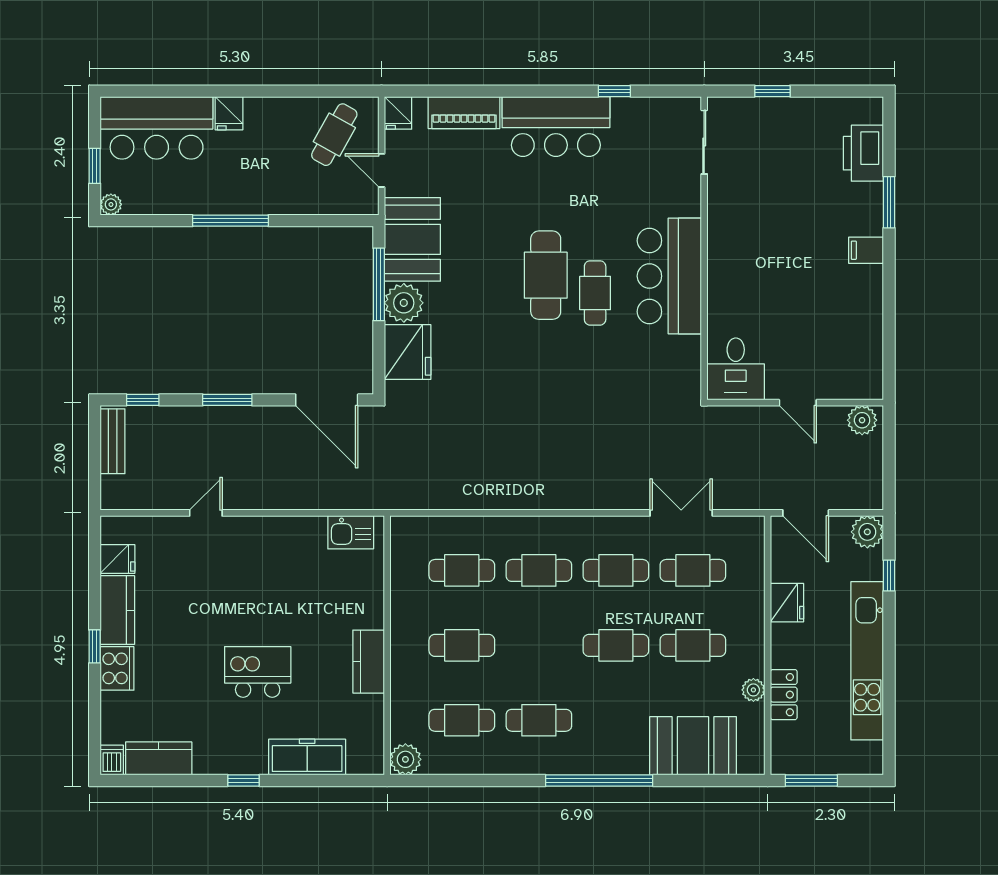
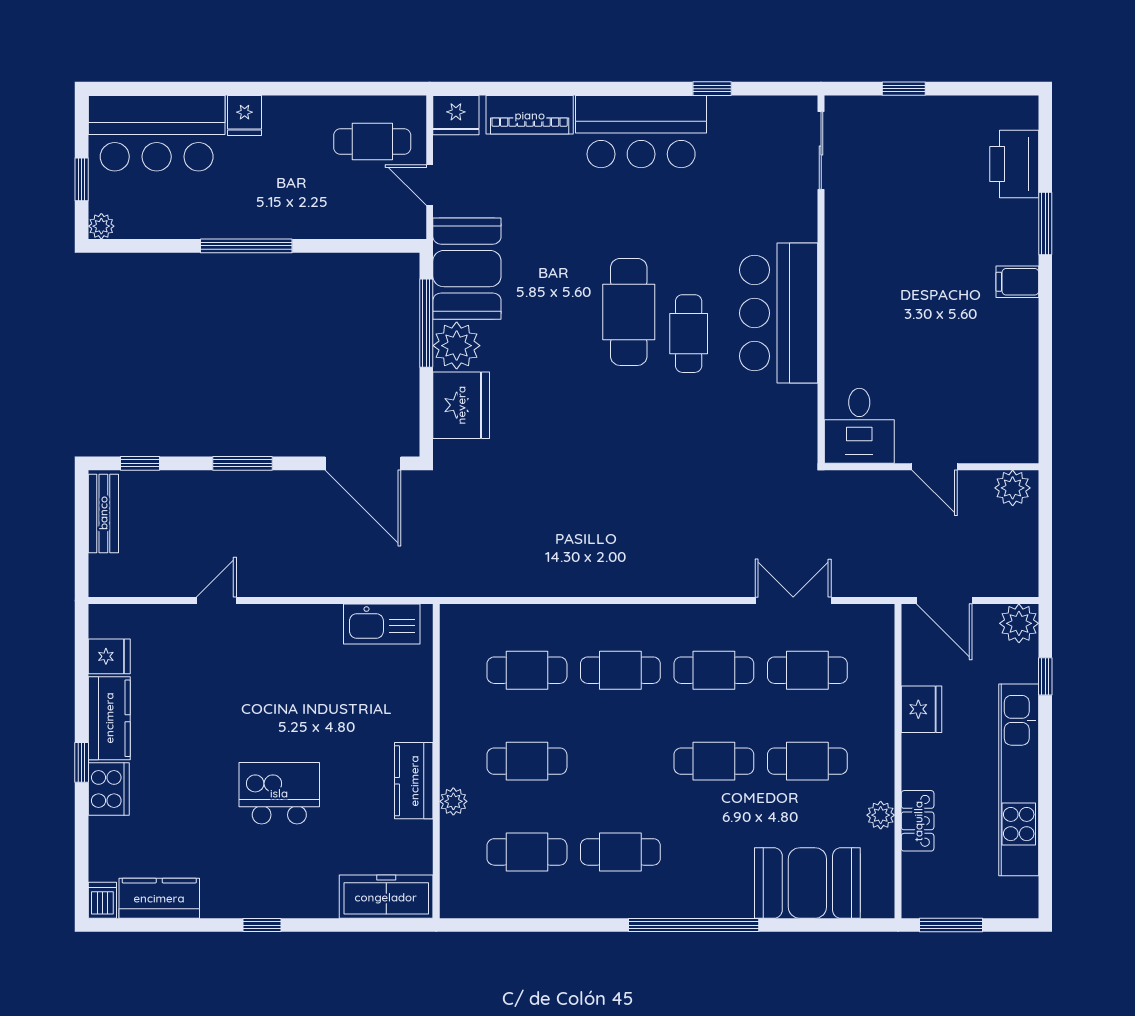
fridge: (398, 113) -> (456, 115), width x1.38
cafe table: (334, 135) -> (372, 141), turned 61
kitchen sink: (351, 532) -> (382, 624), width x1.38
freezer: (307, 757) -> (386, 897), moved
plant: (405, 759) -> (453, 801), moved, width x0.73, depth x0.73

